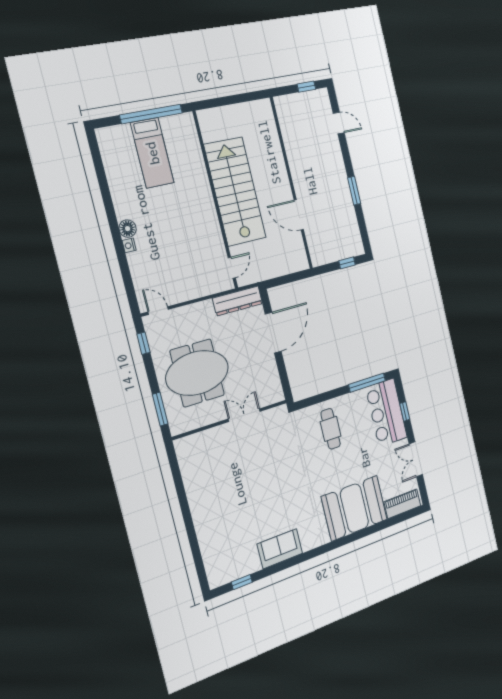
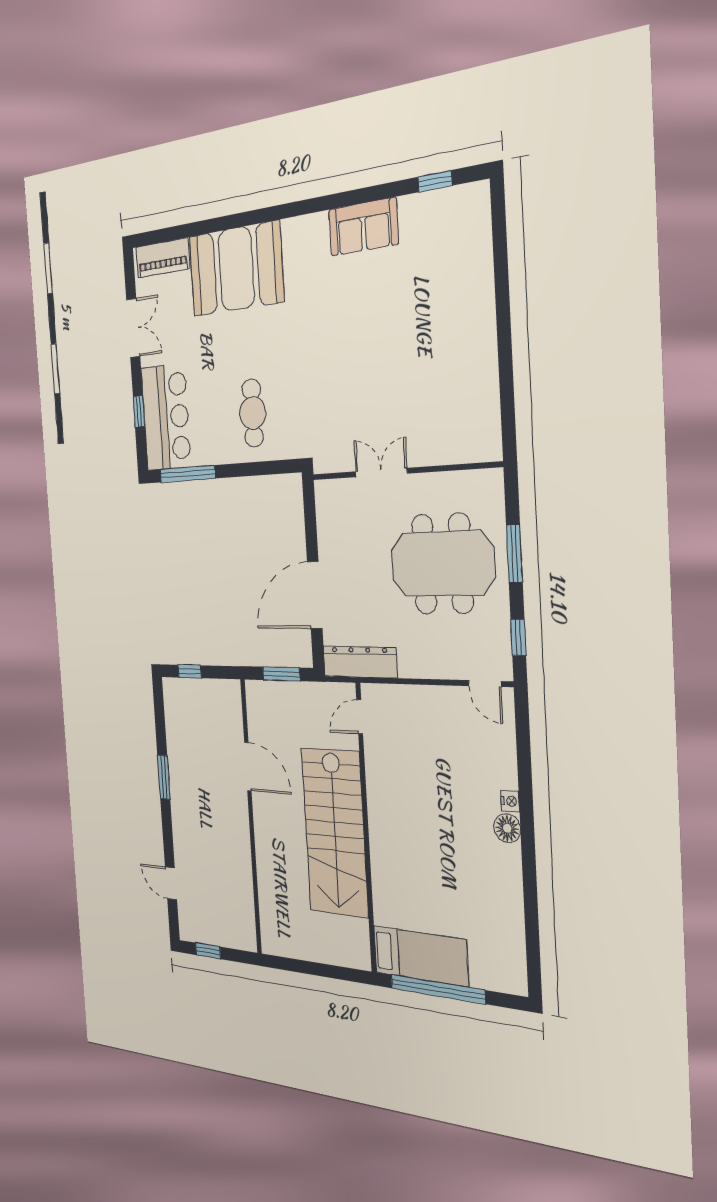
bed: (152, 153) -> (420, 956), moved, turned 90
window: (286, 279) -> (281, 674), added
window: (160, 409) -> (514, 554), moved
double door: (244, 415) -> (381, 472), swing flipped

